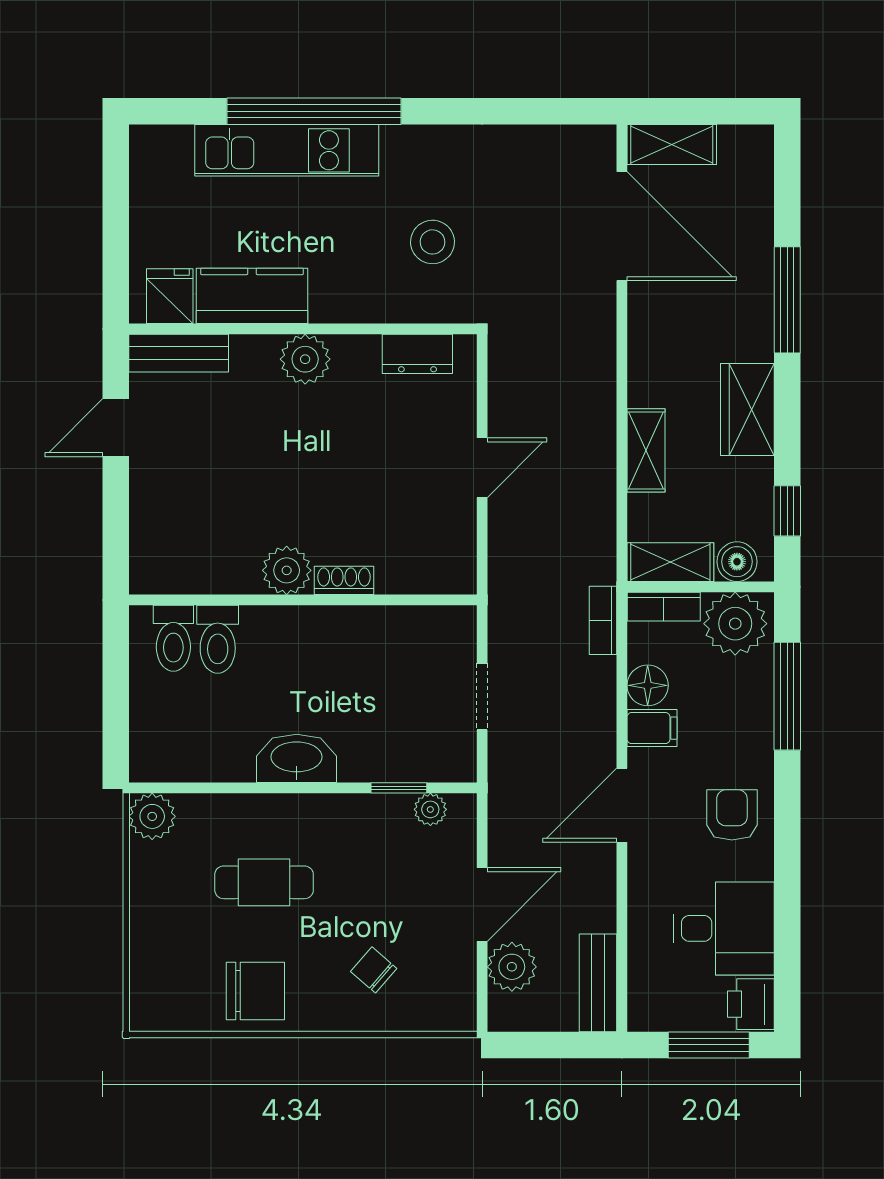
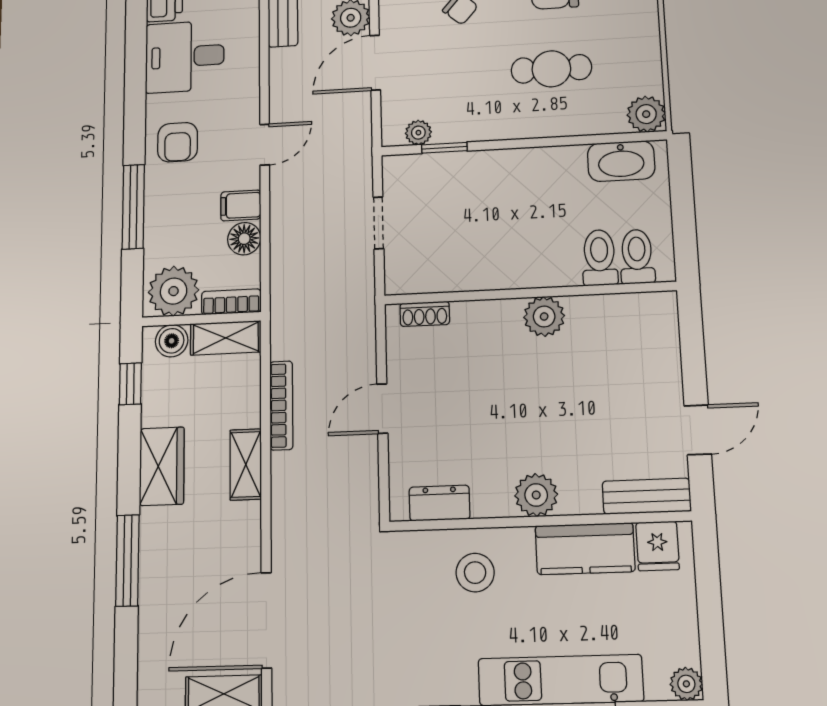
plant: (147, 143) -> (686, 684), added
door: (622, 226) -> (266, 620), hinge flipped
stool: (432, 242) -> (475, 573), moved
shelving: (646, 450) -> (246, 464), moved
shoe rack: (344, 580) -> (425, 314), moved
bookcase: (603, 620) -> (281, 405), moved, width x1.56
window: (787, 696) -> (133, 207), moved
washbasin: (297, 758) -> (621, 161), moved
door: (622, 805) -> (265, 145), width x0.73

